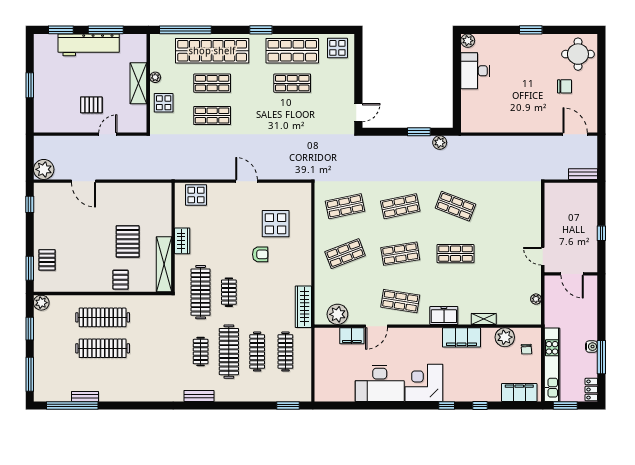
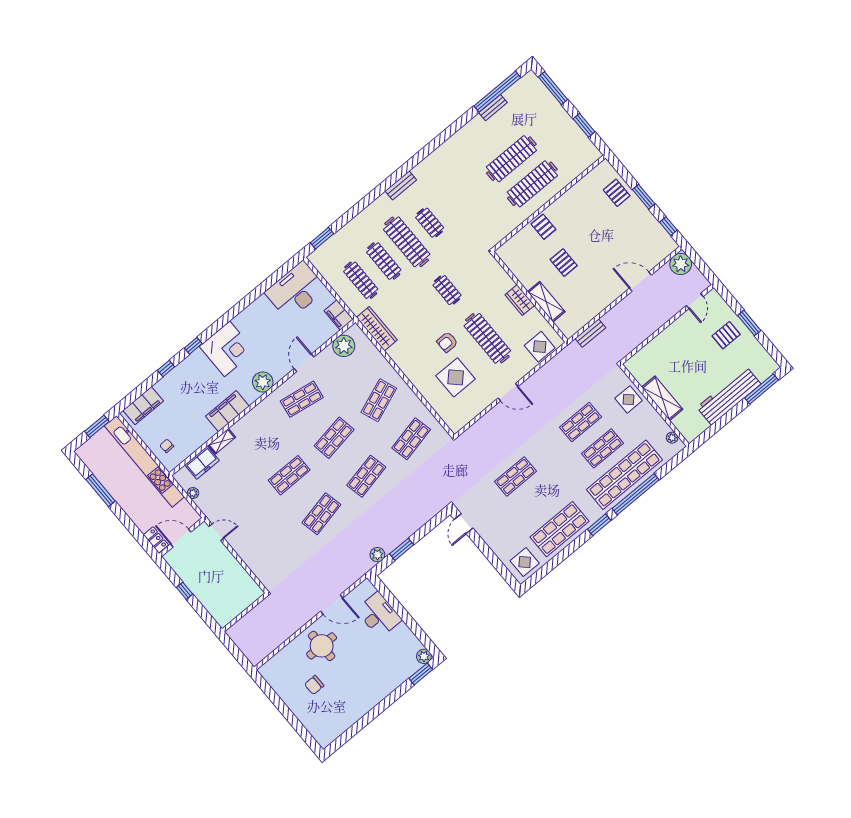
window: (61, 30) -> (761, 389), width x1.44
window: (106, 30) -> (725, 420), removed
window: (185, 30) -> (636, 494), moved
window: (531, 30) -> (421, 674), moved
round table: (578, 54) -> (322, 646), moved
desk: (475, 71) -> (379, 615), moved
plant: (155, 77) -> (672, 438), moved
shop shelf: (292, 83) -> (515, 476), moved
pallet: (91, 105) -> (726, 335), moved
door: (108, 134) -> (695, 301), moved
door: (575, 134) -> (332, 605), moved
bench: (583, 174) -> (590, 333), moved
shop shelf: (455, 206) -> (321, 514), turned -33
pallet: (128, 241) -> (564, 263), width x0.67, depth x0.71
shelving: (164, 264) -> (546, 302), moved, width x0.68
window: (30, 268) -> (644, 197), moved
clothes rail: (201, 292) -> (487, 338), moved
plant: (41, 303) -> (592, 154), removed
freezer: (444, 316) -> (202, 463), moved
filing cabinet: (352, 336) -> (339, 315), moved, turned -90
plant: (505, 337) -> (263, 382), moved
water cooler: (592, 347) -> (116, 492), removed
kitchen unit: (552, 365) -> (144, 461), width x1.36
desk: (380, 383) -> (296, 291), moved
locker: (591, 390) -> (156, 540), moved

